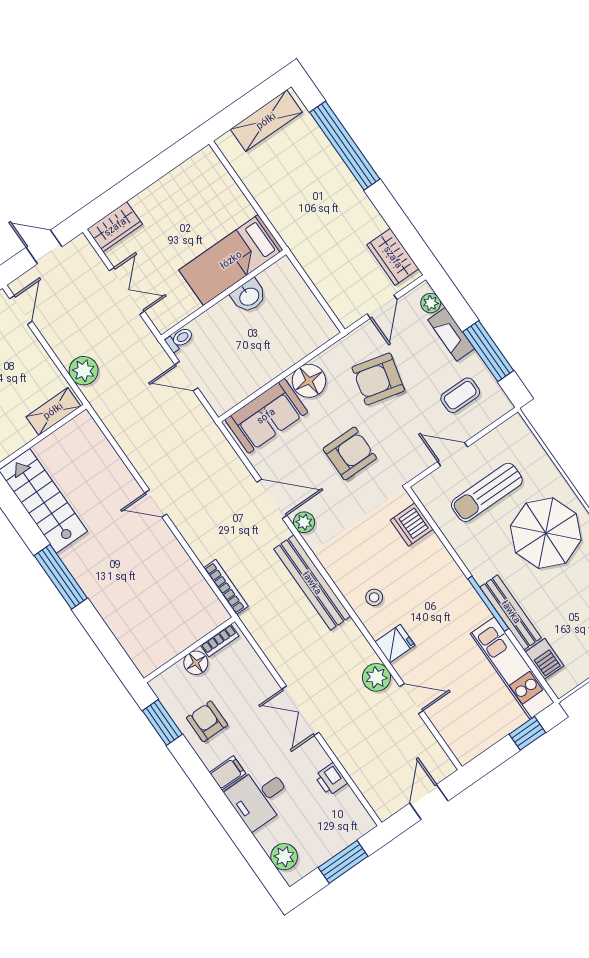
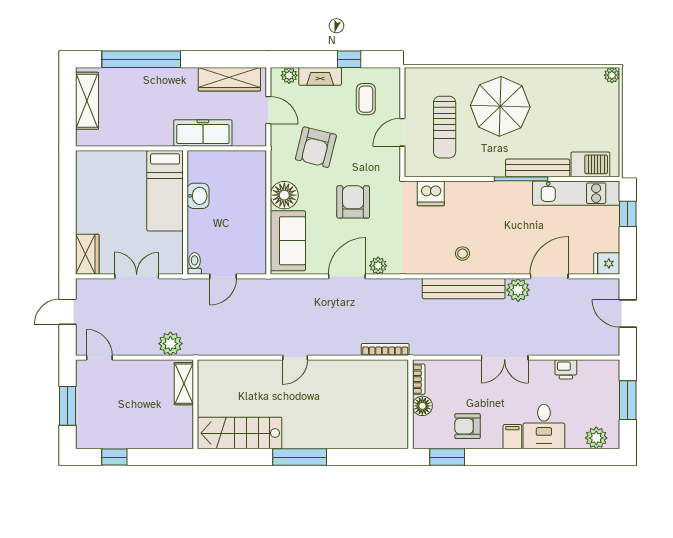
freezer: (314, 257) -> (203, 133), added
wardrobe: (393, 257) -> (229, 79), width x1.50
window: (488, 351) -> (349, 59), width x0.46
bench: (312, 583) -> (464, 289), moved
fridge: (395, 644) -> (607, 264), moved, turned -90
barbecue: (544, 659) -> (590, 164), width x1.38, depth x1.27
door: (411, 699) -> (549, 276), width x1.38

